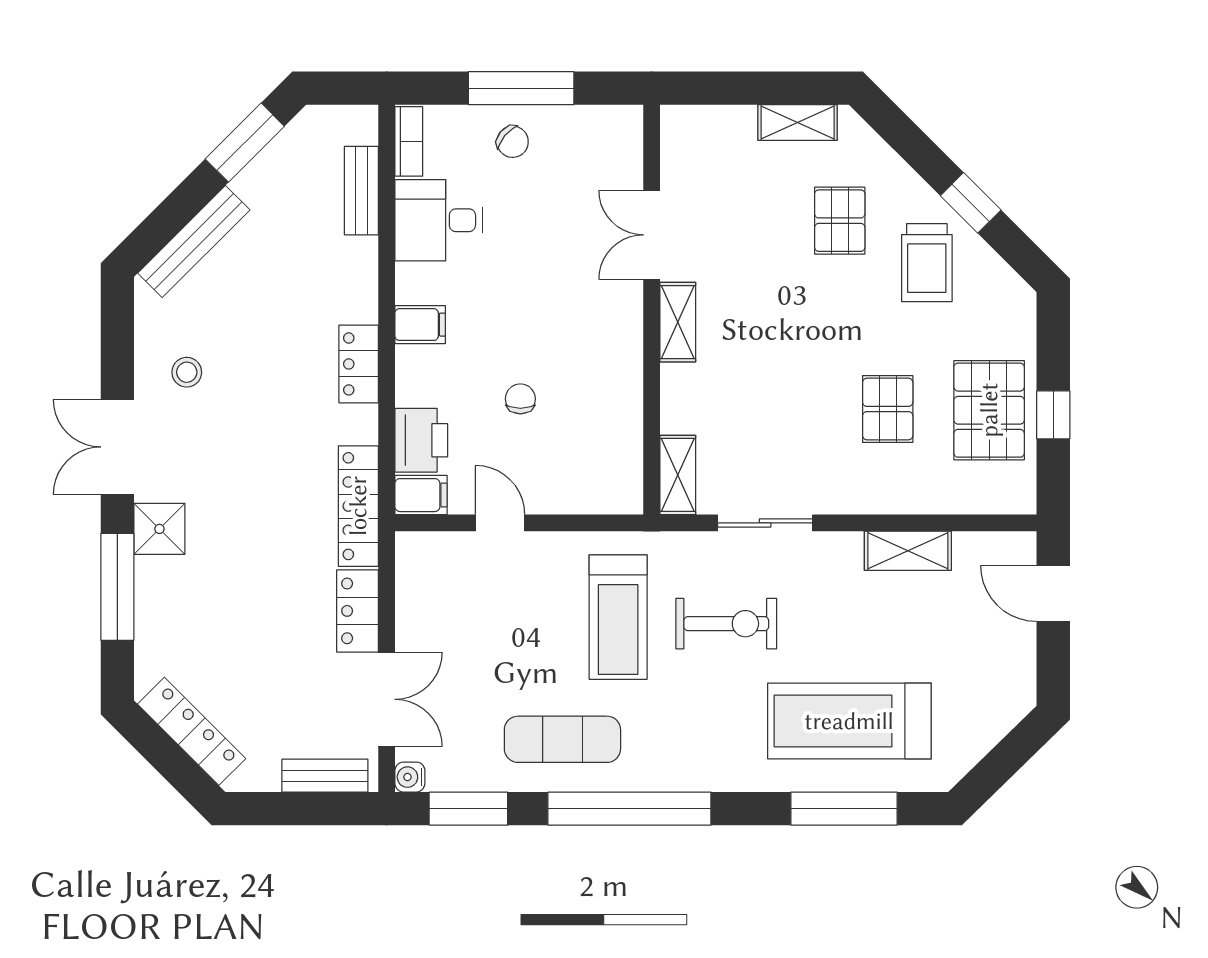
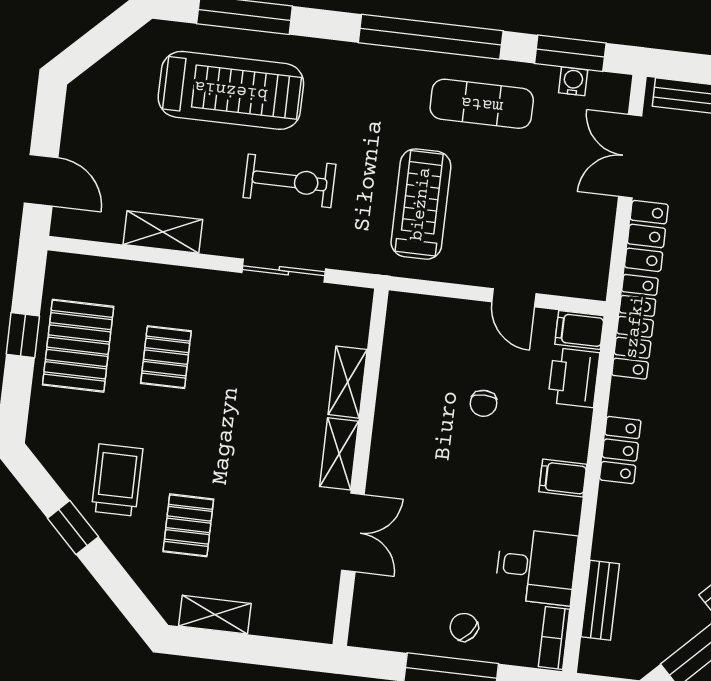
shelving: (678, 475) -> (348, 382), moved
exercise bike: (726, 624) -> (290, 181), moved, turned 180
water cooler: (410, 777) -> (573, 81), moved, turned -90

